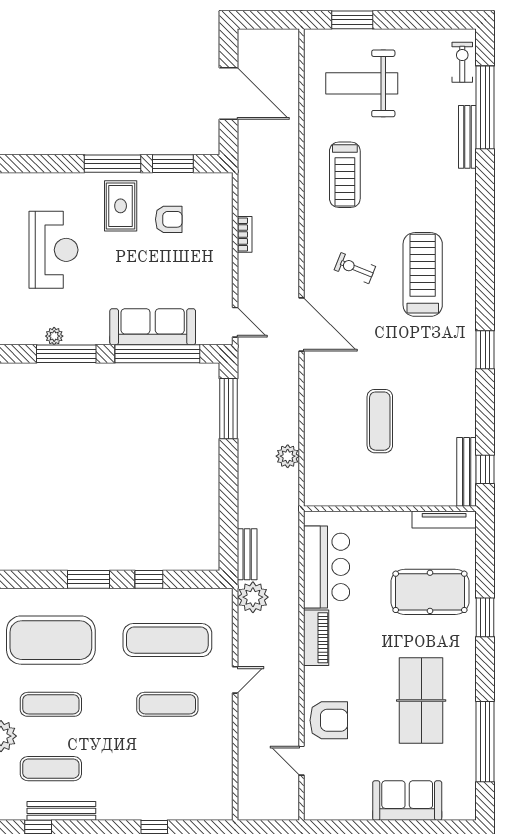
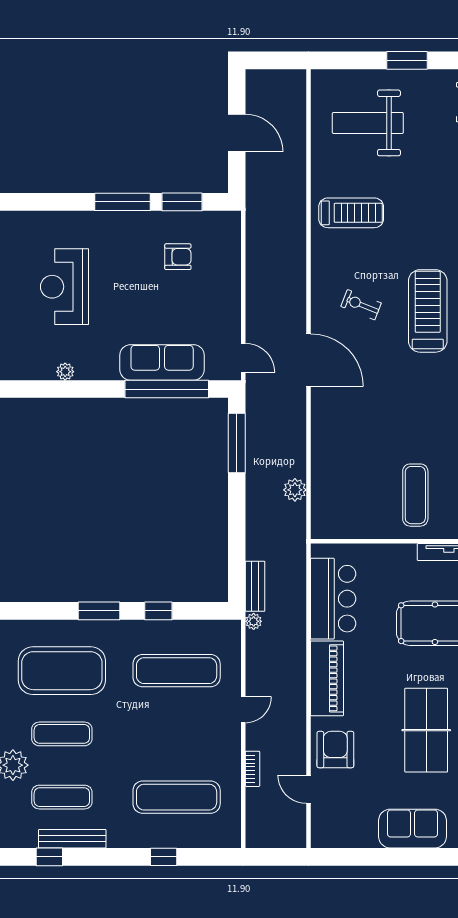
window: (352, 20) -> (407, 60), moved
door: (229, 93) -> (237, 133), width x0.73
treadmill: (345, 175) -> (351, 213), turned -90
rug: (121, 206) -> (130, 243), removed
bookcase: (245, 234) -> (252, 769), moved
reception desk: (54, 250) -> (64, 287), turned 180
window: (66, 354) -> (77, 389), removed
exercise mat: (380, 421) -> (415, 495), moved
plant: (253, 597) -> (254, 621), width x0.53, depth x0.53
piano: (316, 638) -> (327, 678), width x1.37, depth x1.33
exercise mat: (167, 704) -> (177, 797), moved, width x1.36, depth x1.45
armchair: (329, 720) -> (335, 750), turned -90

